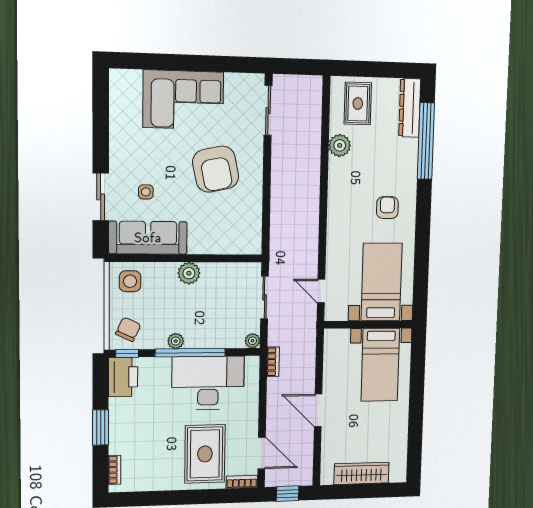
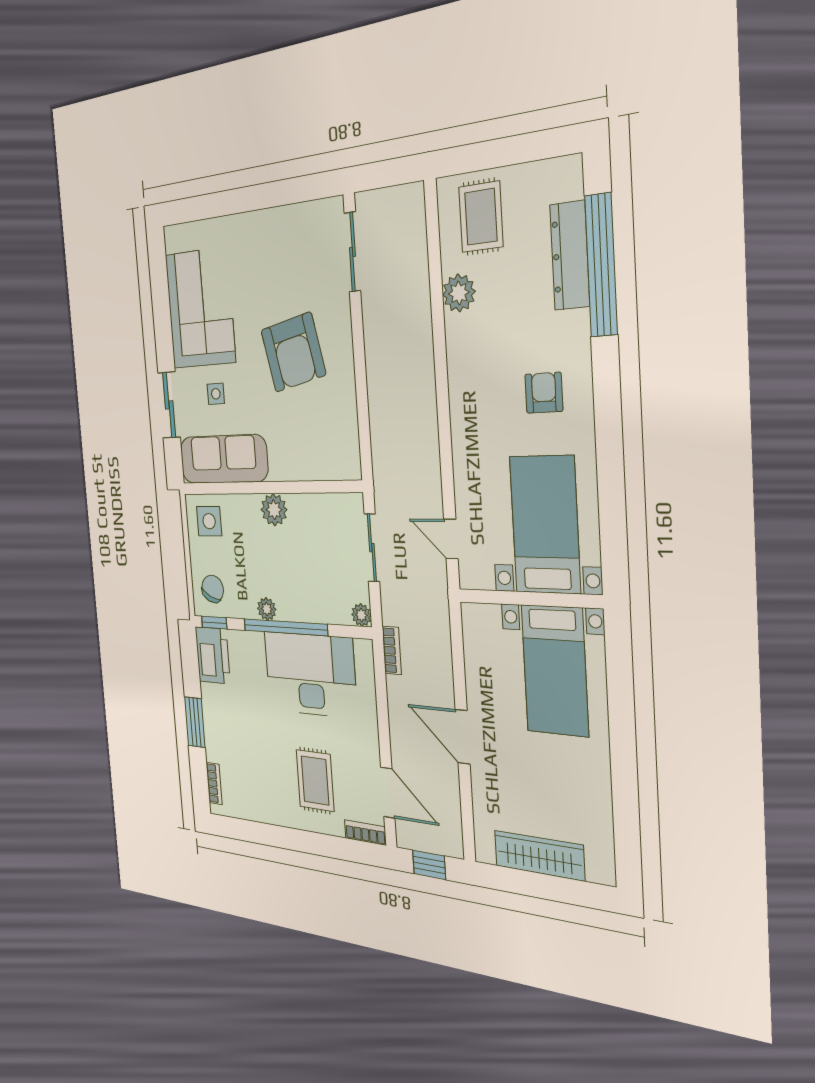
corner sofa: (183, 100) -> (200, 308), moved, turned -90
dresser: (410, 108) -> (570, 256), moved
rug: (205, 454) -> (315, 781), width x0.73, depth x0.70

